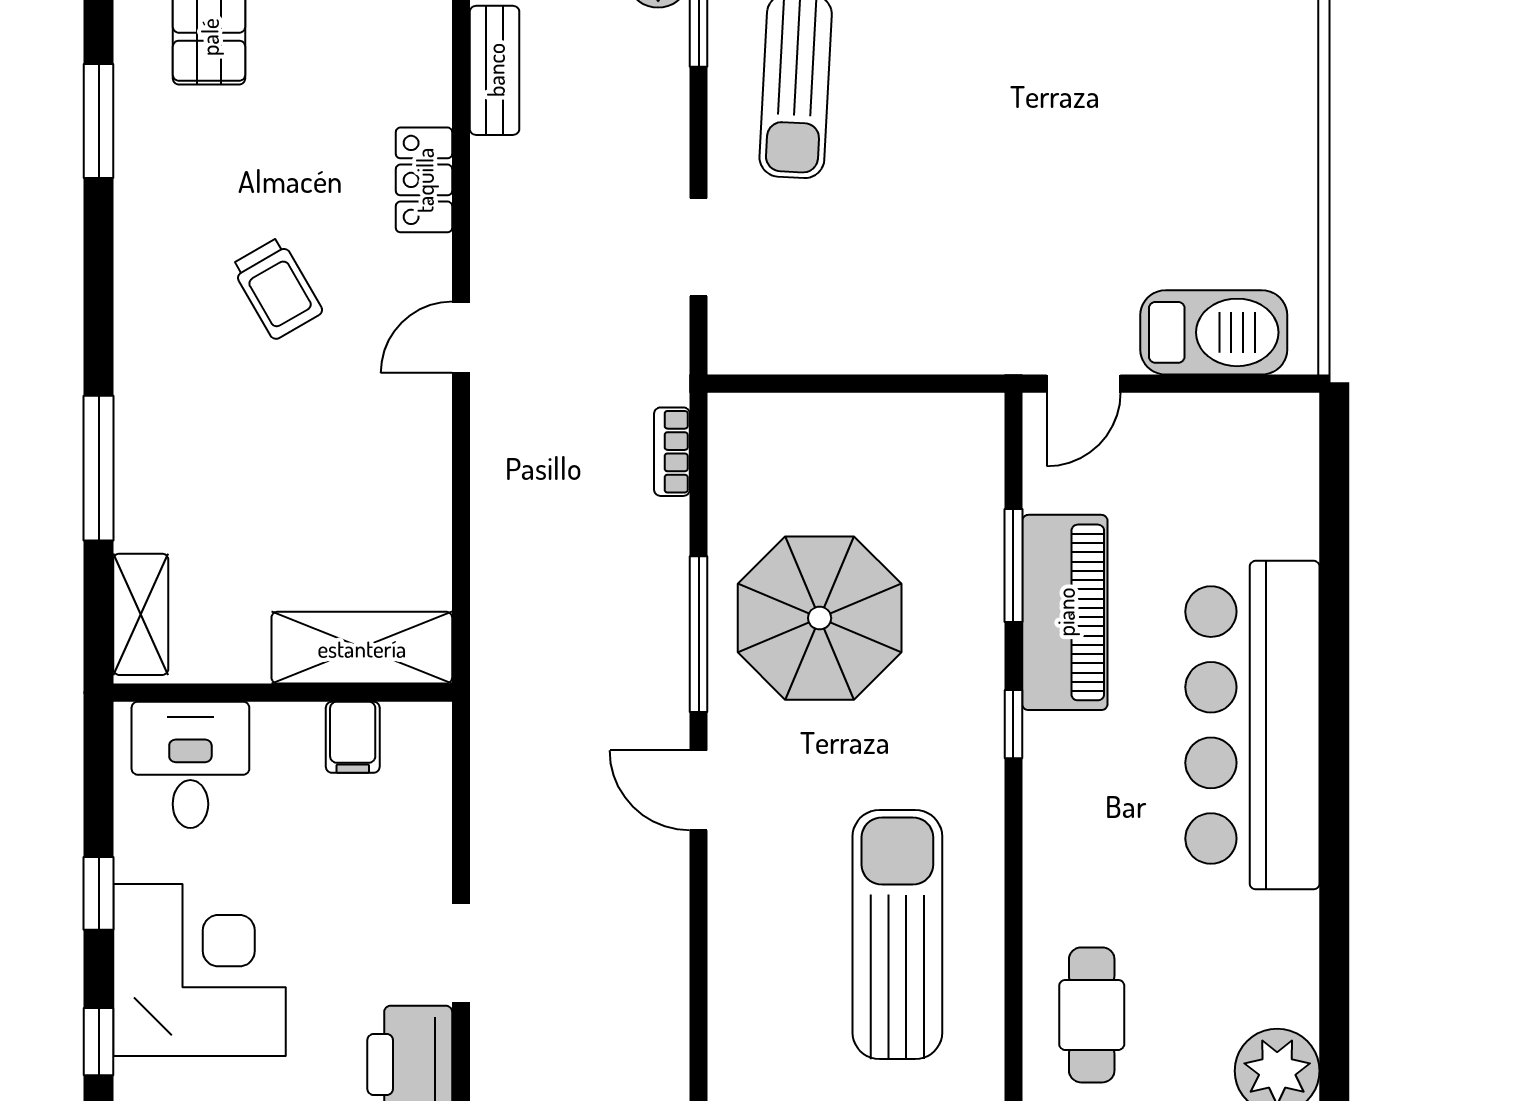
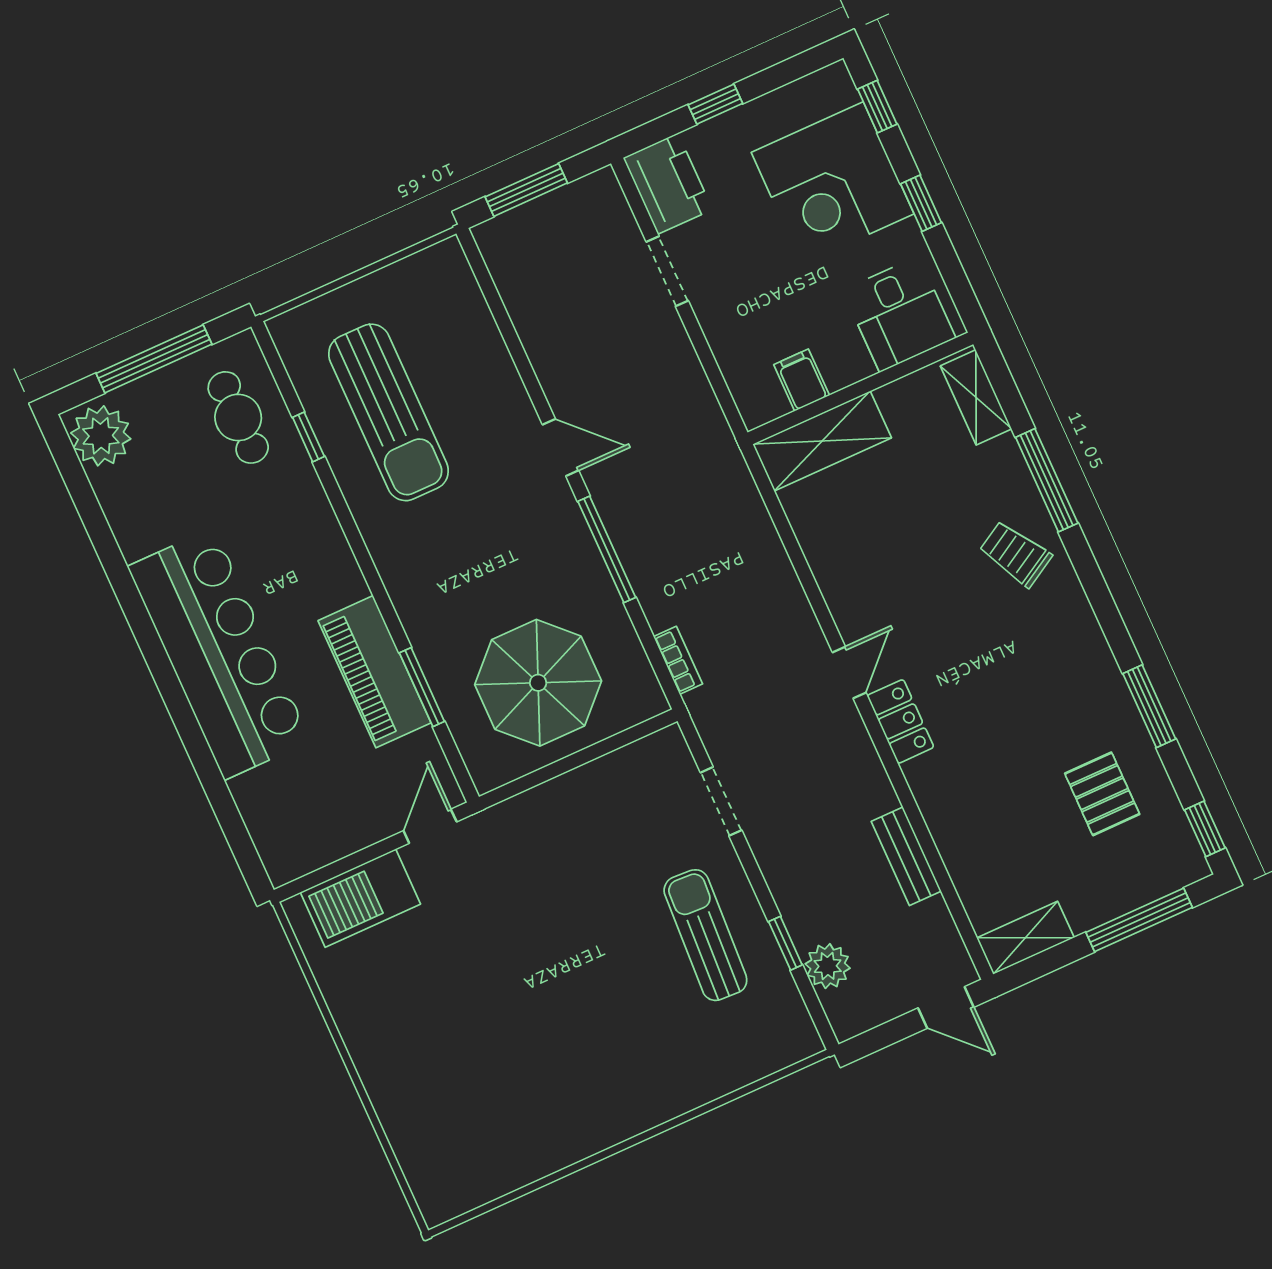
locker: (424, 180) -> (900, 721), moved
trolley: (277, 289) -> (1015, 554), moved
parasol: (820, 618) -> (538, 683), moved
window: (1013, 724) -> (308, 437), moved

